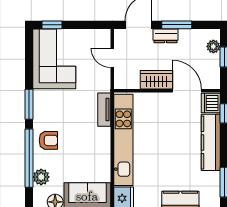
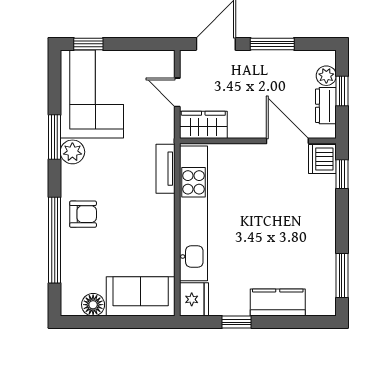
dresser: (166, 36) -> (326, 106), moved, turned 90
wardrobe: (156, 80) -> (203, 125), moved
window: (29, 104) -> (55, 137), moved
kitchen counter: (211, 142) -> (322, 217), removed
plant: (41, 177) -> (72, 152), moved

